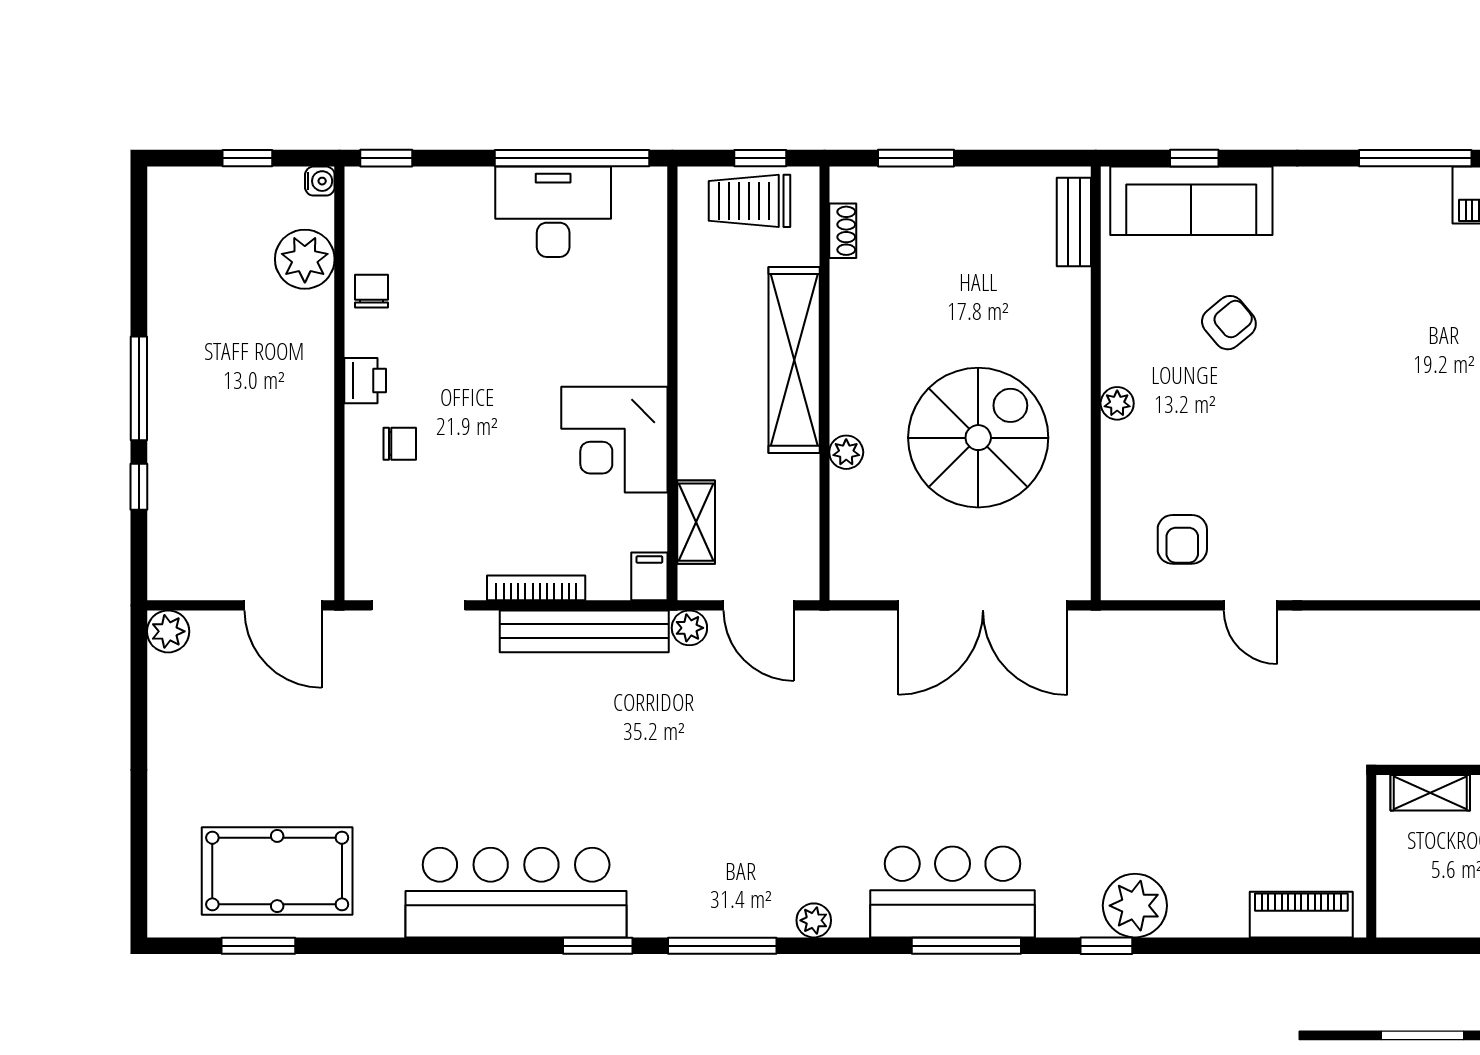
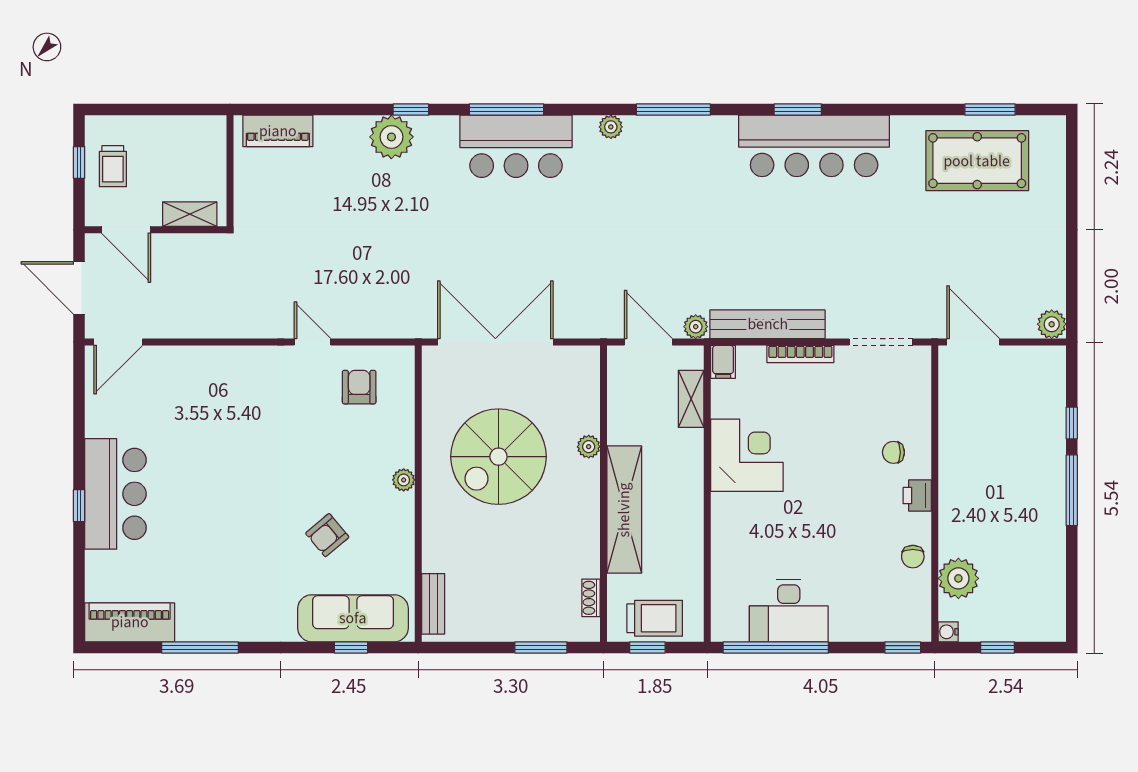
window: (598, 946) -> (798, 110), moved

